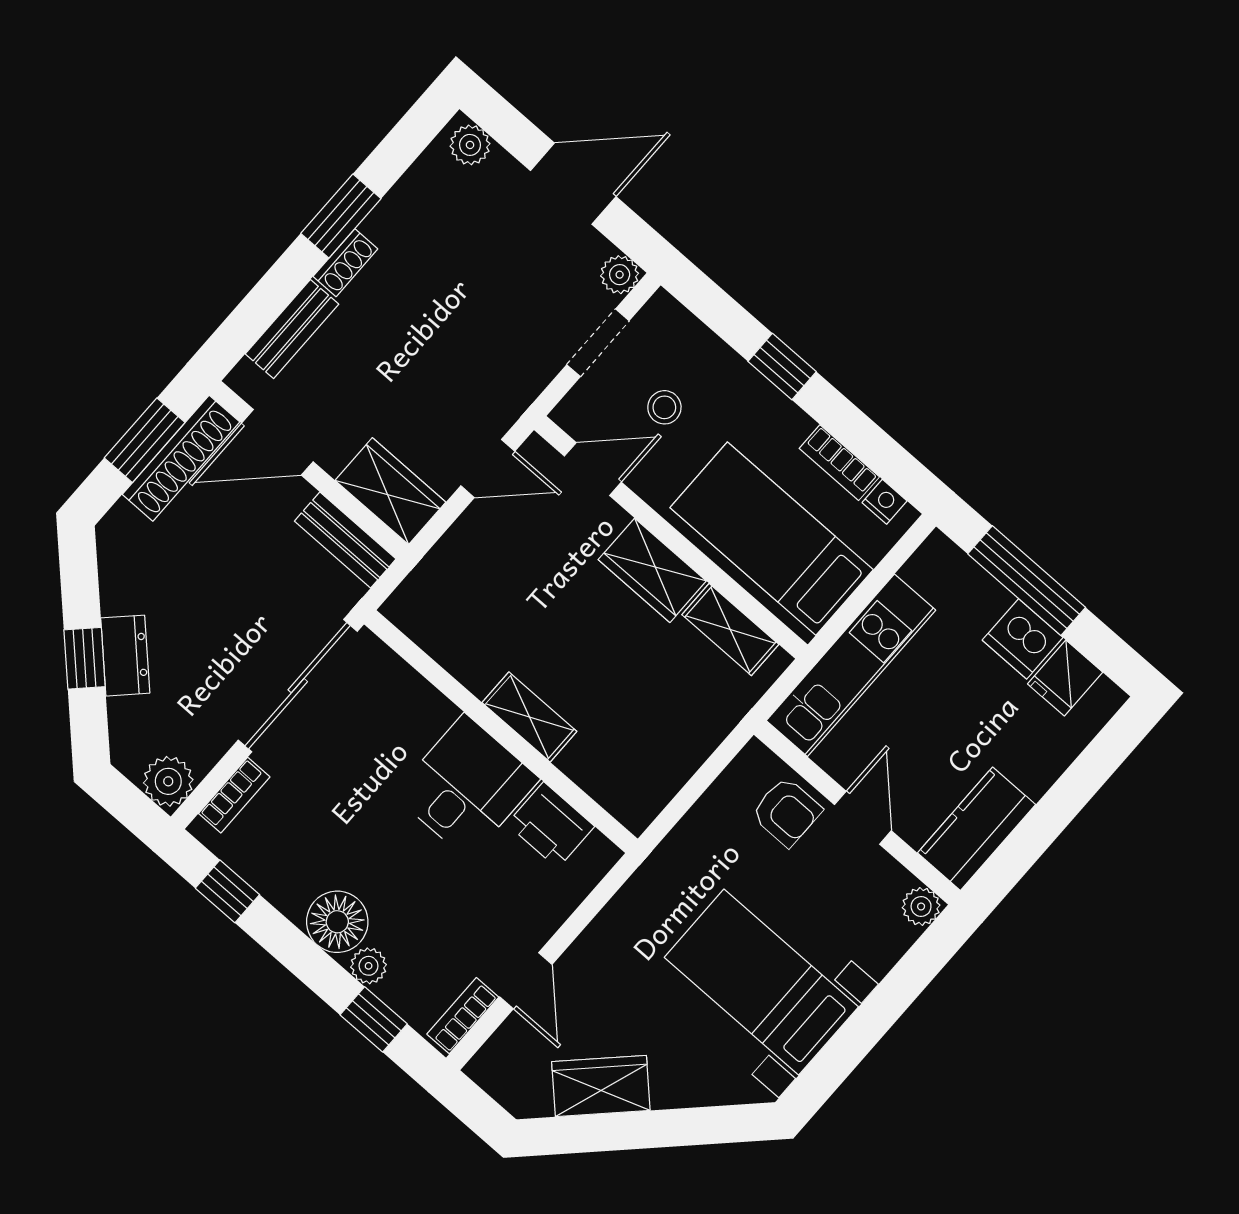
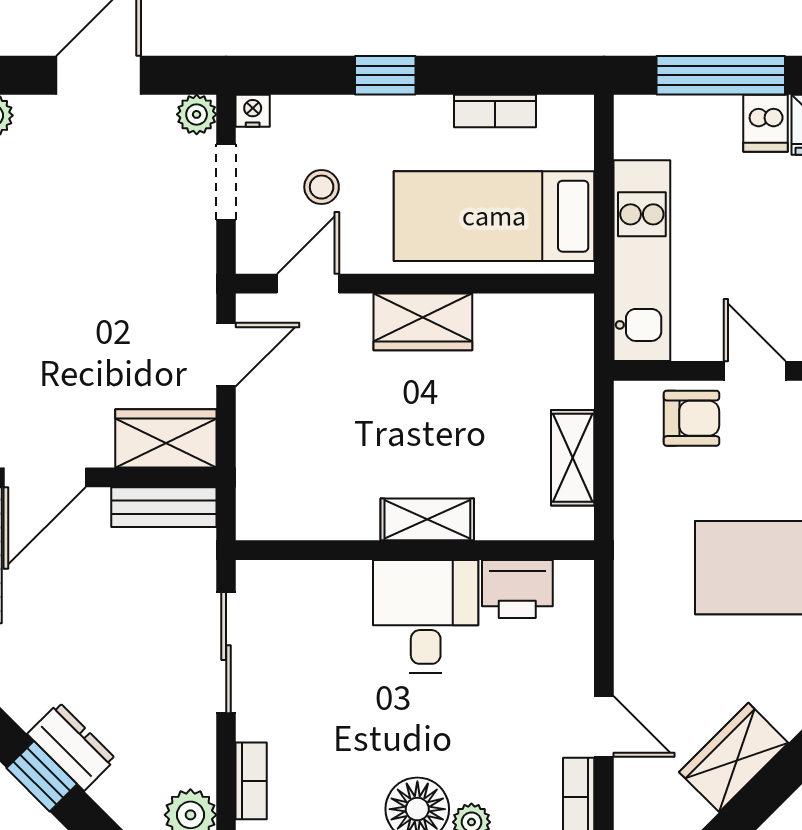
nightstand: (885, 502) -> (253, 111), moved
shelving: (730, 630) -> (573, 458), moved, turned 90
dishwasher: (1023, 639) -> (766, 123), width x0.73
sliding door: (298, 686) -> (226, 653), width x0.73

